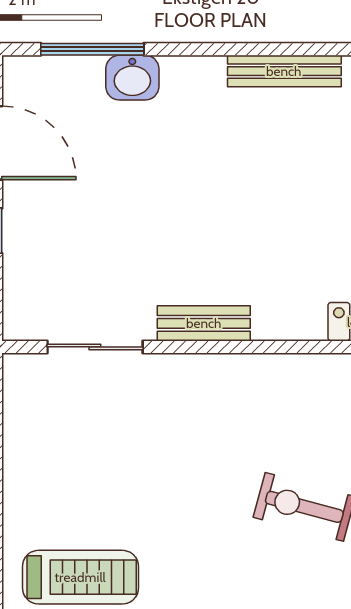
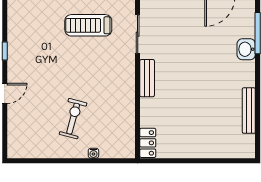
treadmill: (80, 577) -> (88, 25), moved, turned 90

